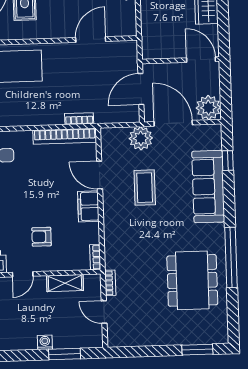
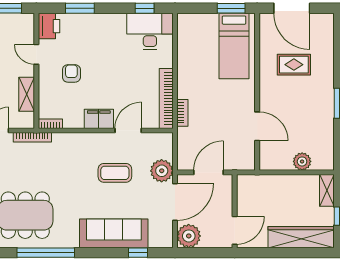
door: (141, 89) -> (209, 172), hinge flipped
bookcase: (110, 283) -> (32, 137), width x1.56

